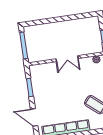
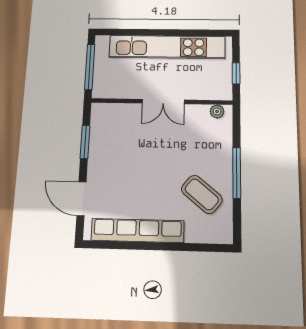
kitchen unit: (64, 27) -> (167, 47), added

